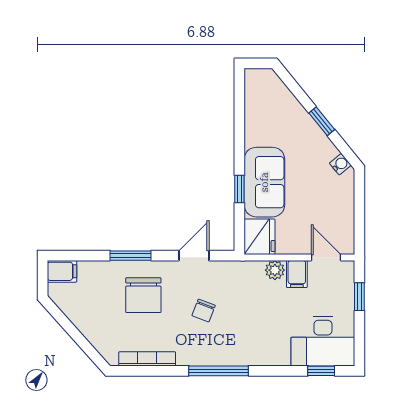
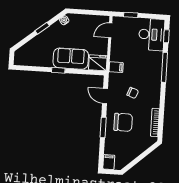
window: (239, 189) -> (58, 70), moved
plant: (275, 270) -> (115, 56), removed
filing cabinet: (297, 274) -> (116, 67), moved
window: (219, 371) -> (164, 67), moved

